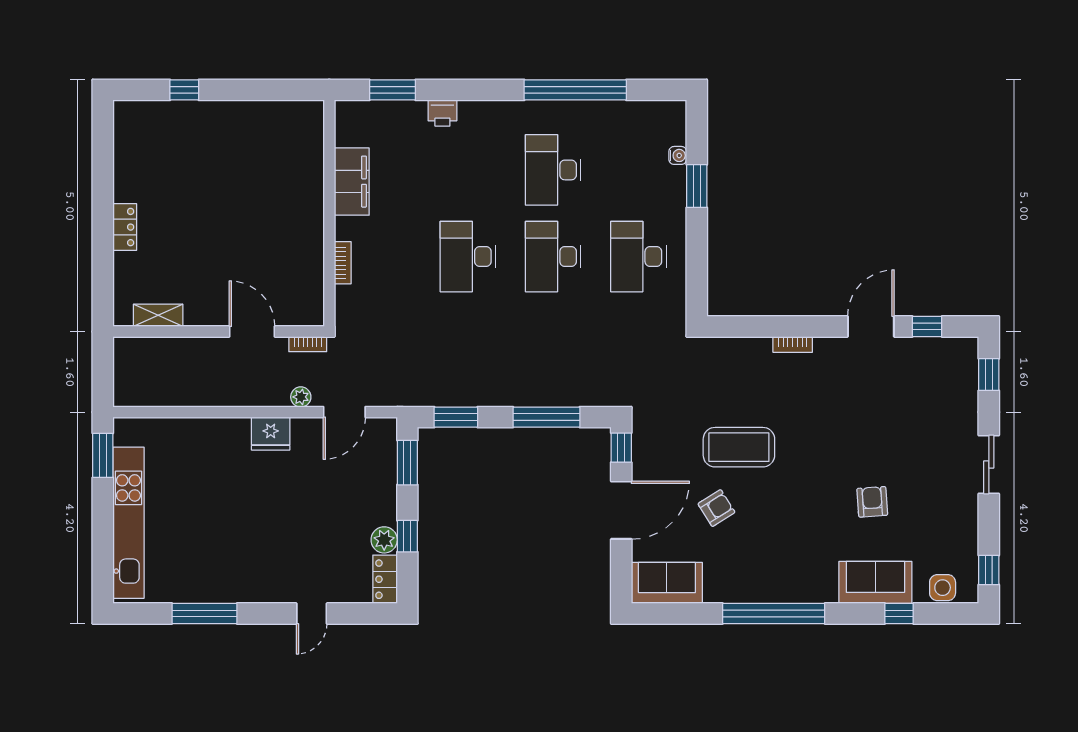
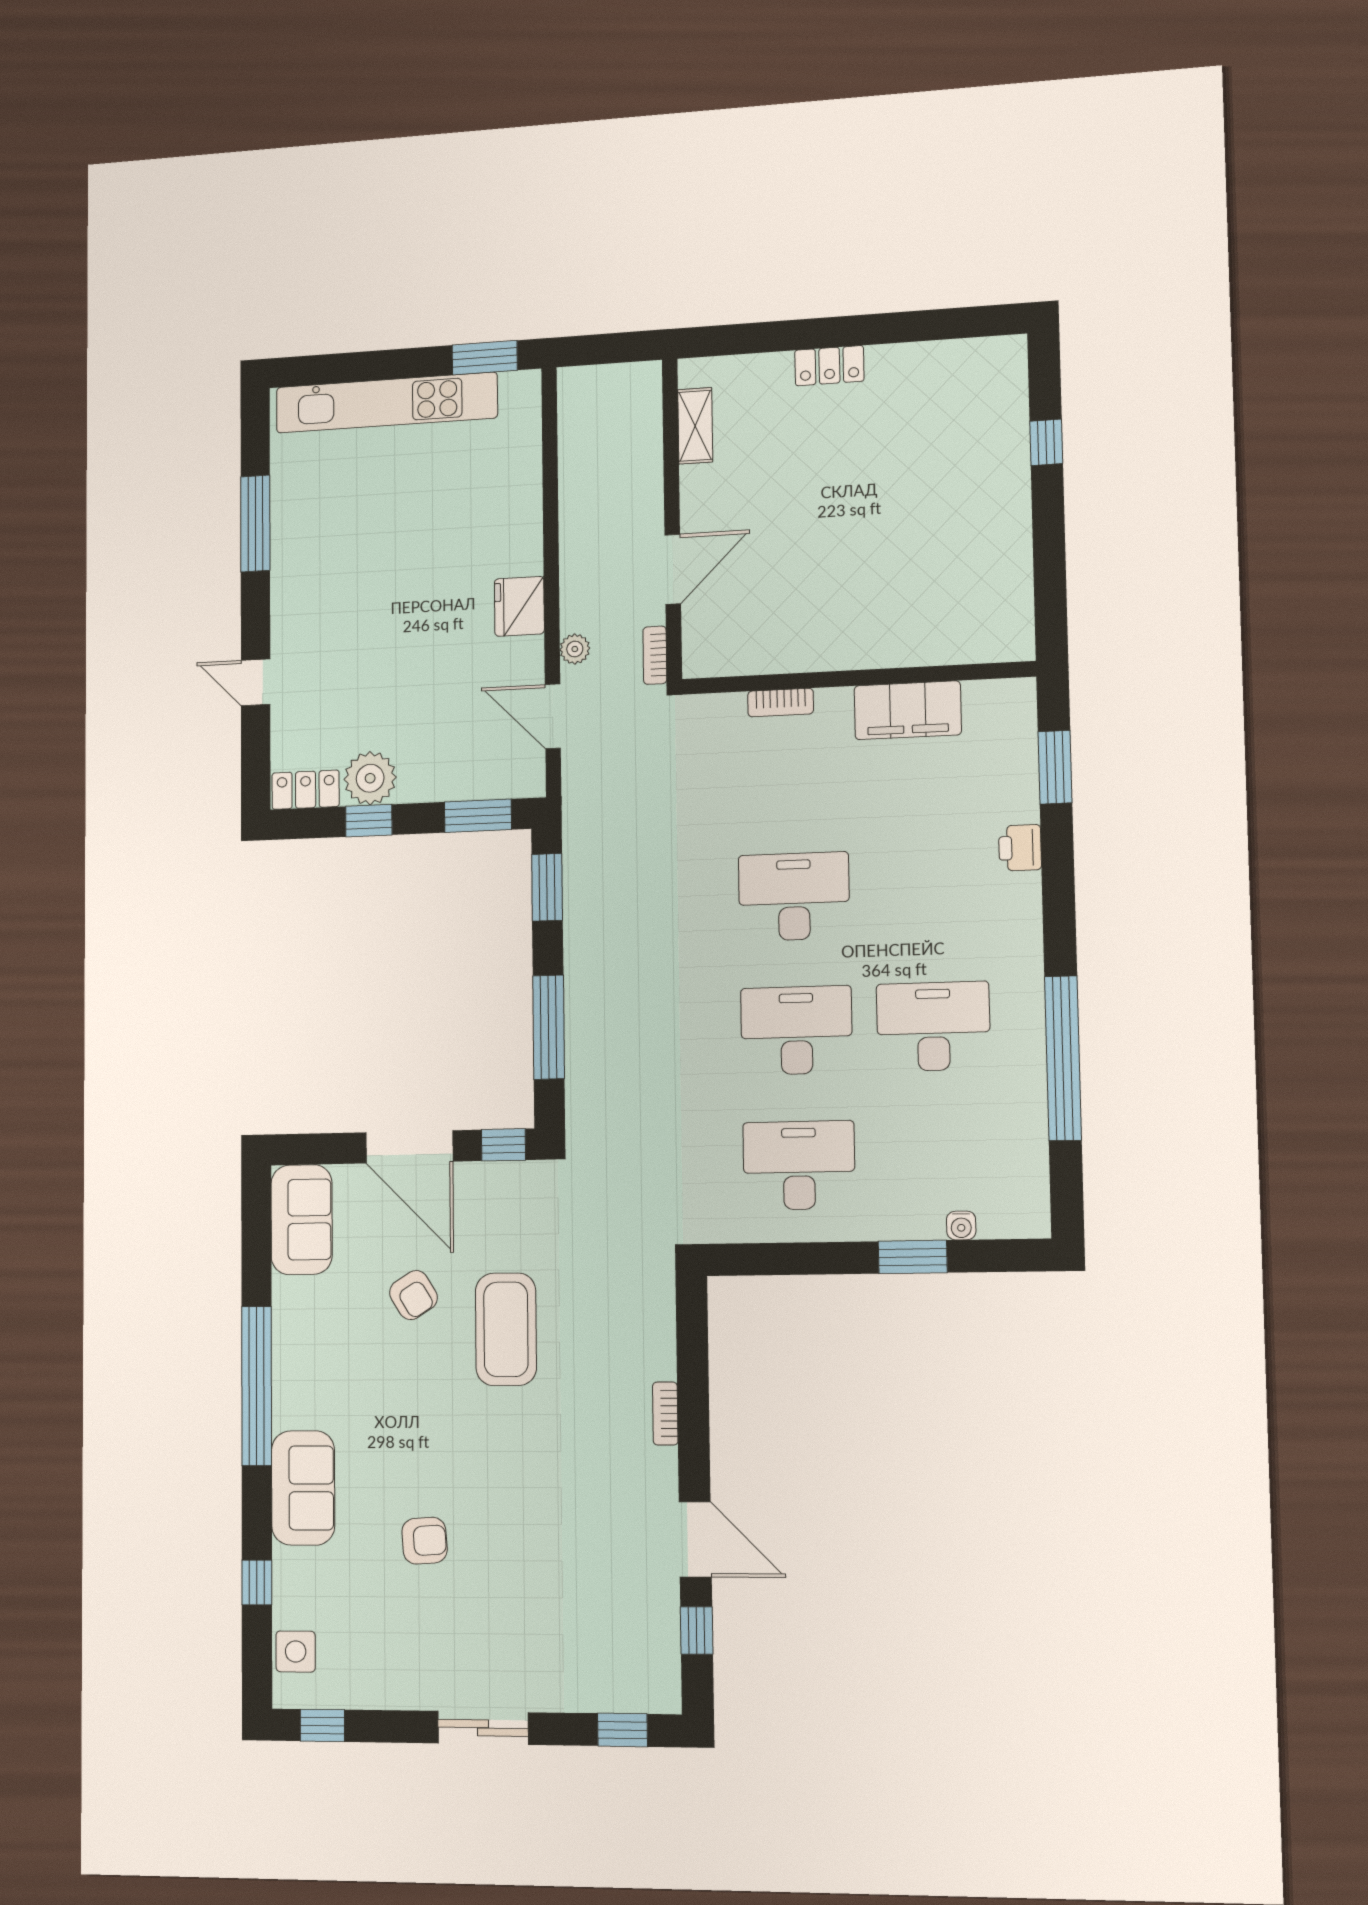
plant: (384, 540) -> (370, 778), width x1.36, depth x1.36
sofa: (875, 582) -> (303, 1488), moved

